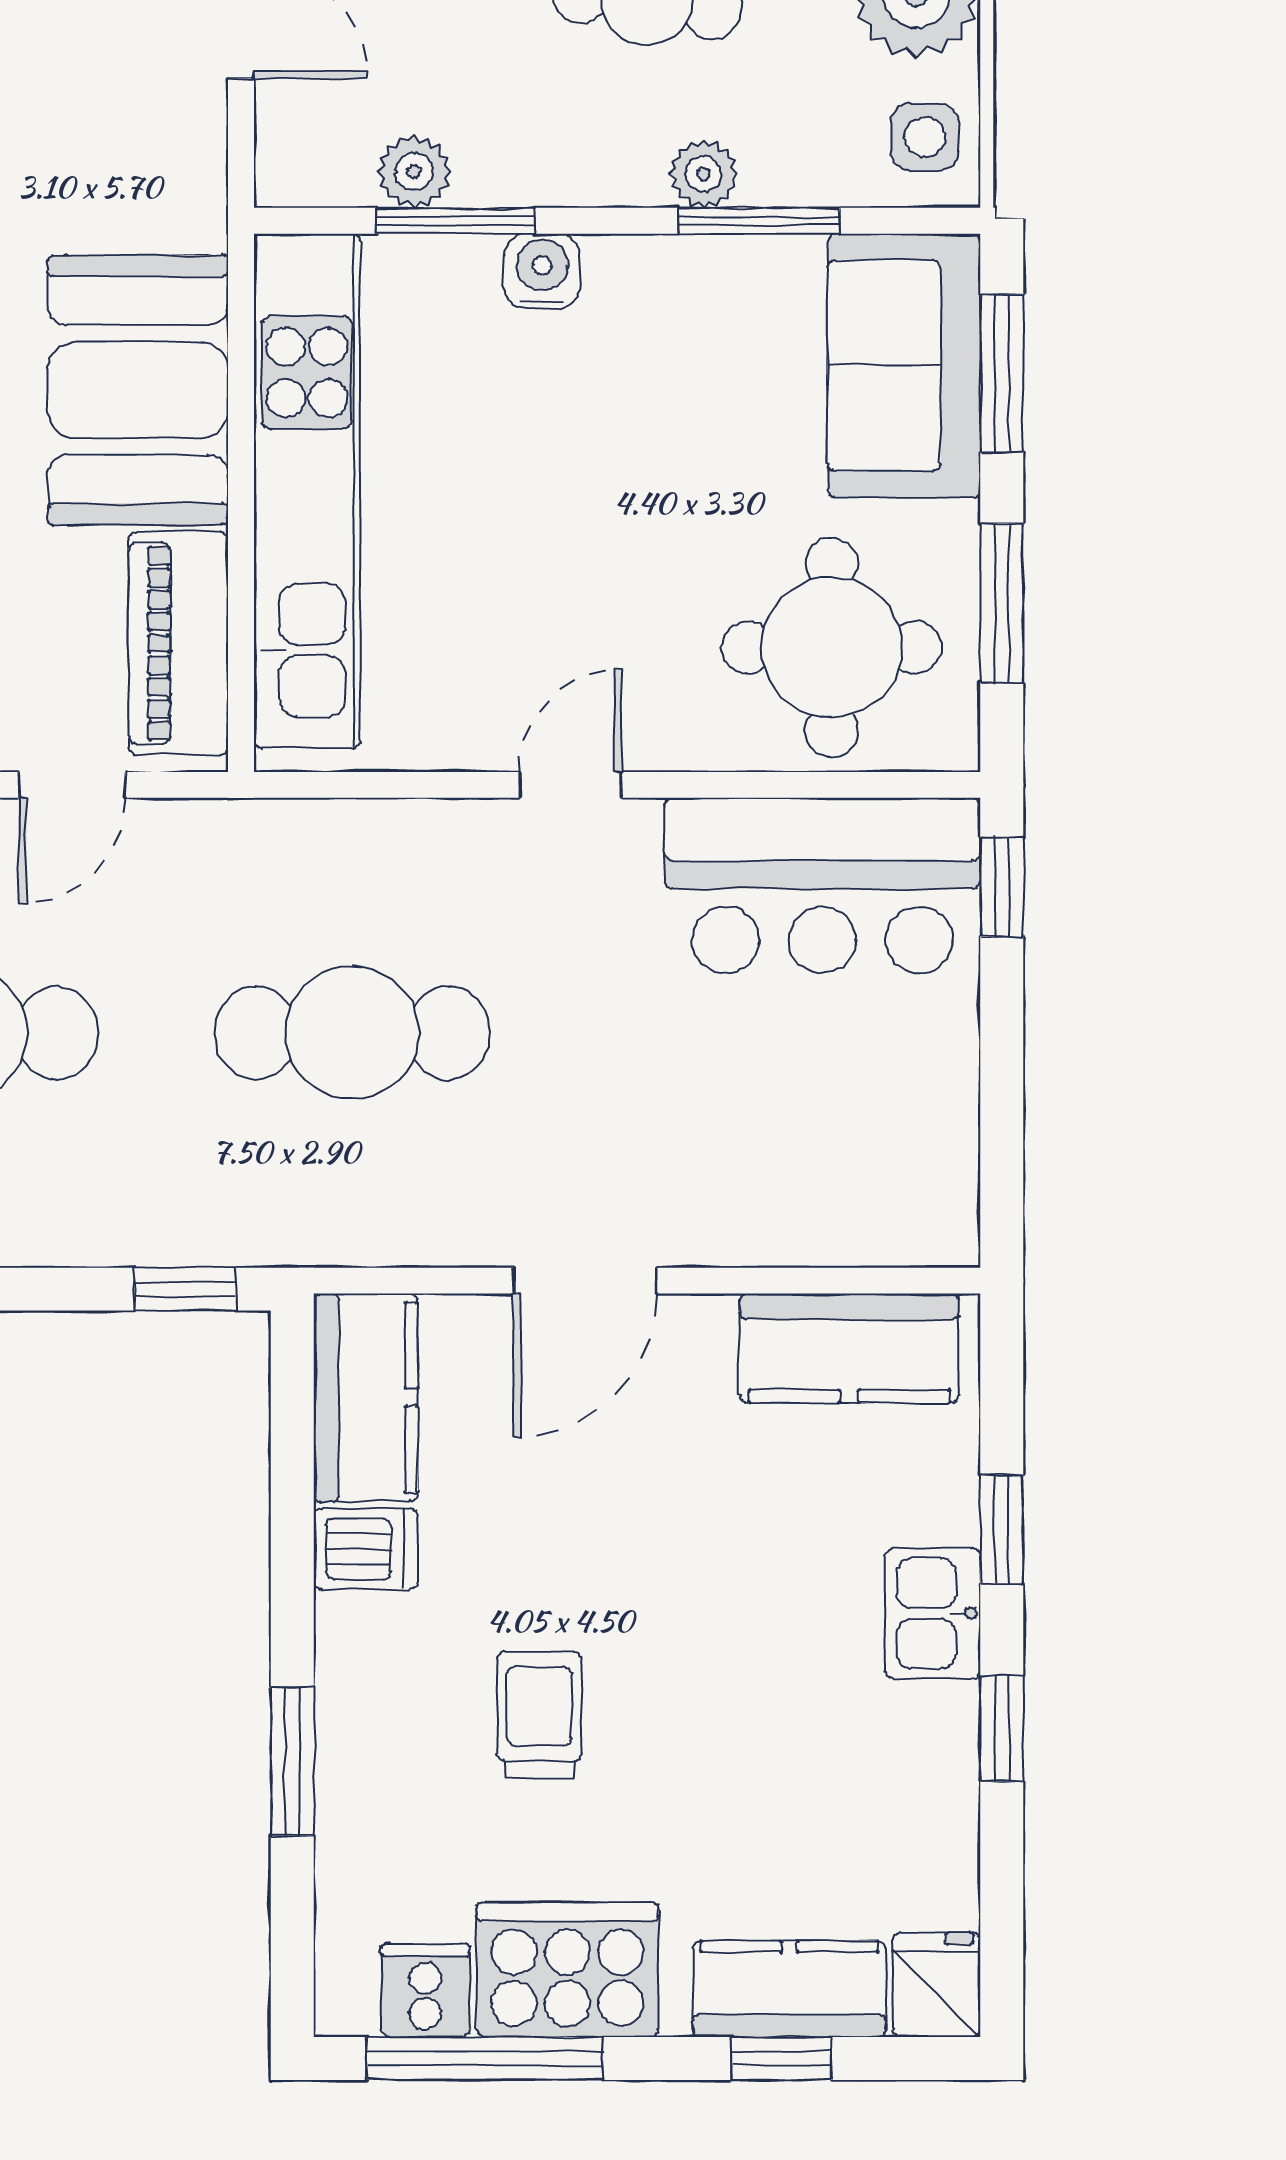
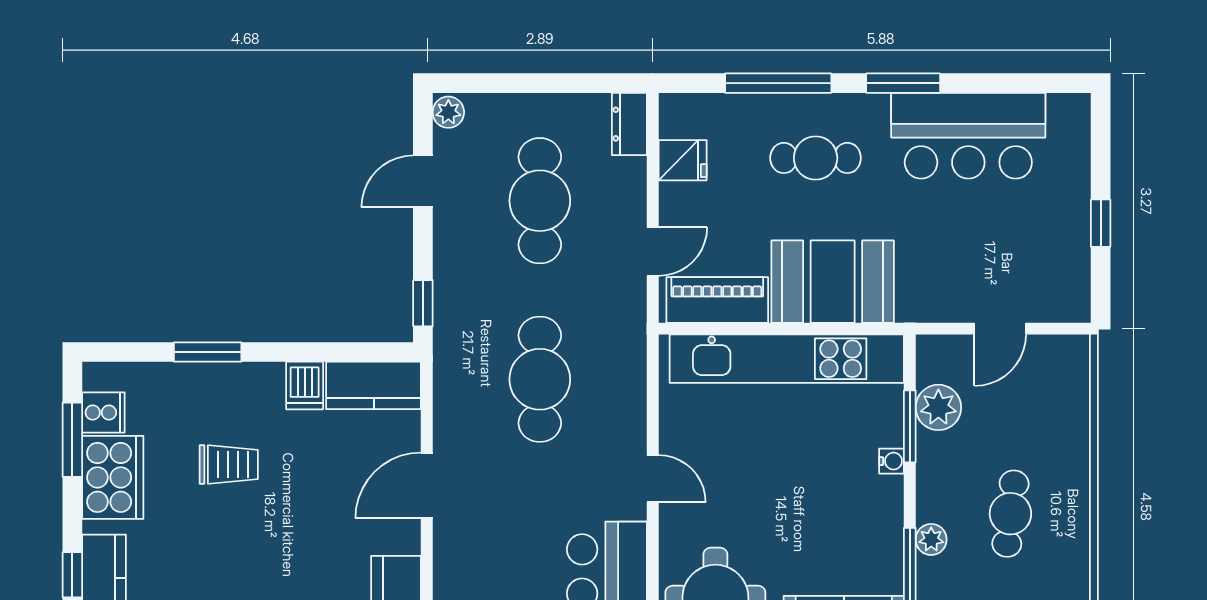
plant: (414, 172) -> (938, 407), width x1.38, depth x1.38
water cooler: (542, 271) -> (891, 461), width x0.72, depth x0.72
door: (72, 785) -> (653, 252), swing flipped
door: (585, 1281) -> (427, 485), hinge flipped
window: (485, 2058) -> (72, 440), width x0.69

